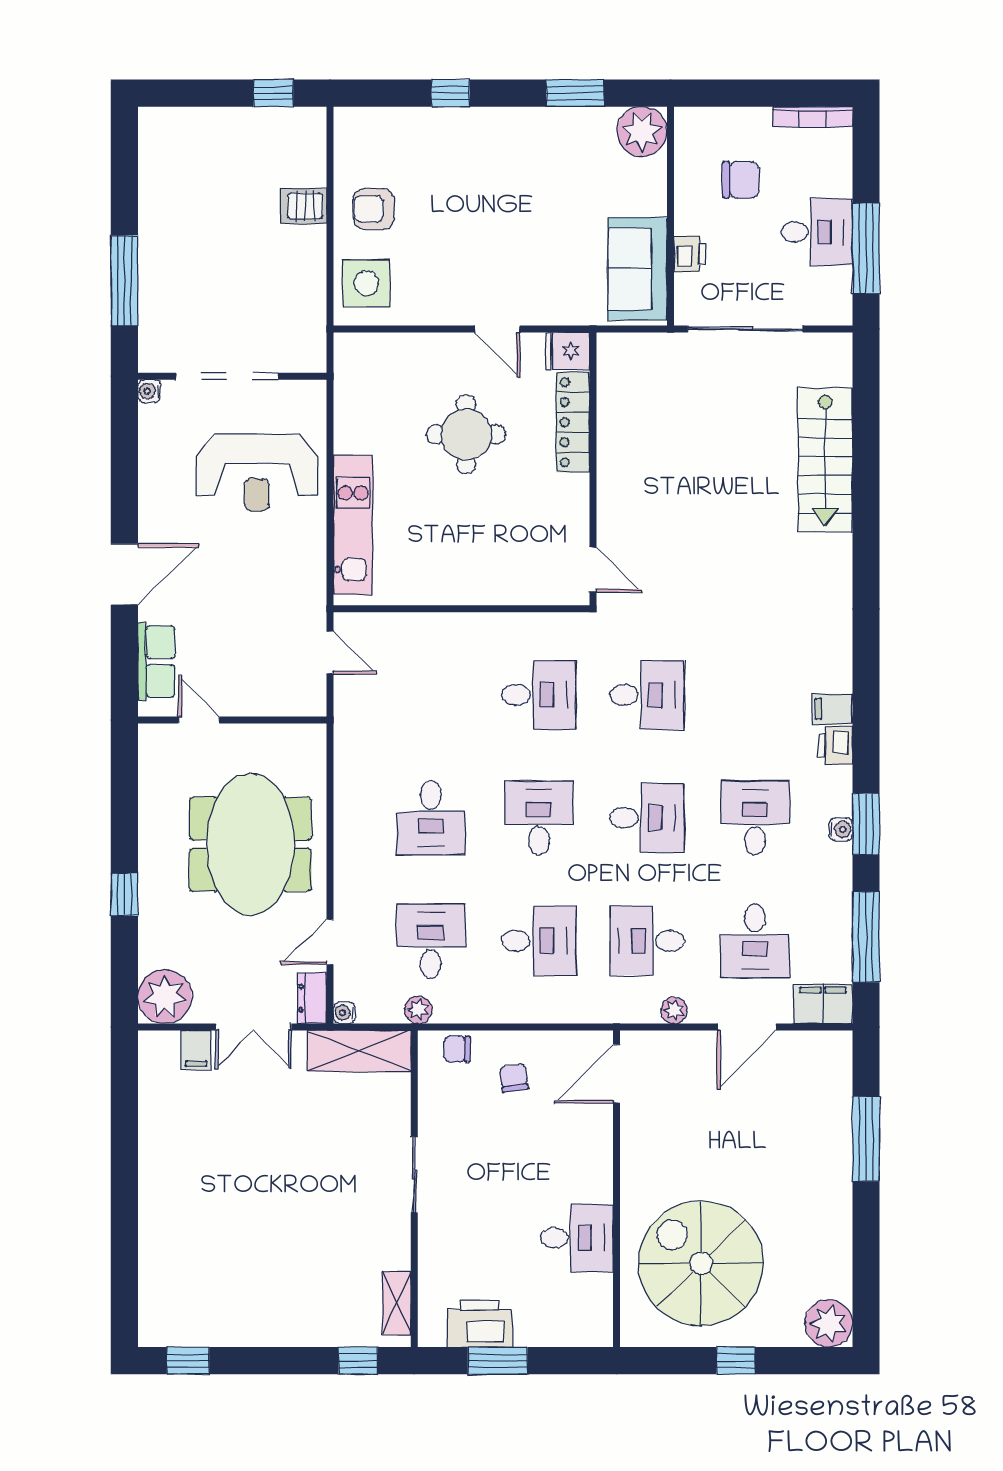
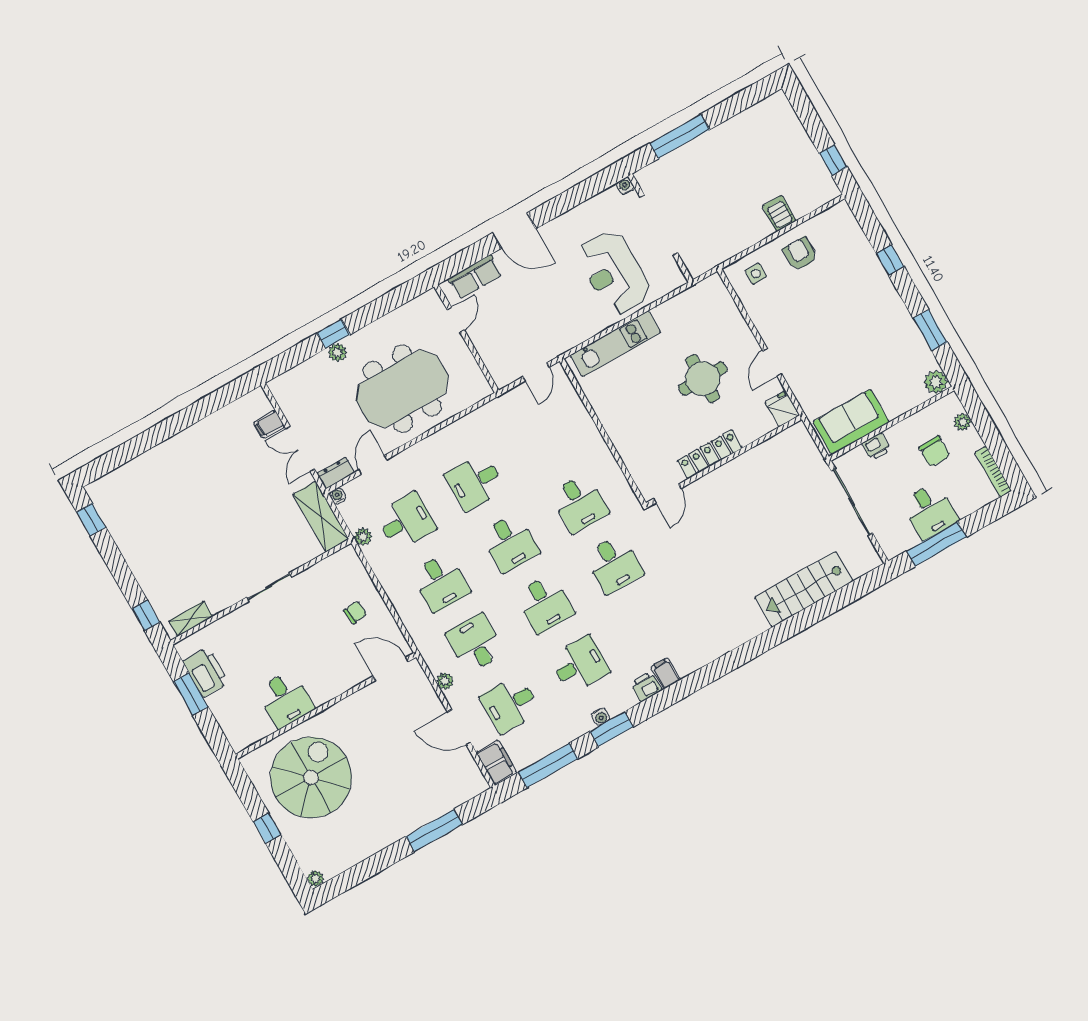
plant: (723, 120) -> (963, 422), added
plant: (642, 132) -> (936, 382), width x0.73, depth x0.73
side table: (366, 283) -> (756, 274), width x0.54, depth x0.54
locker: (573, 422) -> (710, 454), moved
desk: (539, 818) -> (510, 543), turned 90
door: (330, 942) -> (373, 465), hinge flipped
plant: (165, 997) -> (337, 352), moved, width x0.53, depth x0.53
chair: (457, 1049) -> (353, 571), removed
plant: (829, 1323) -> (316, 879), width x0.53, depth x0.53

